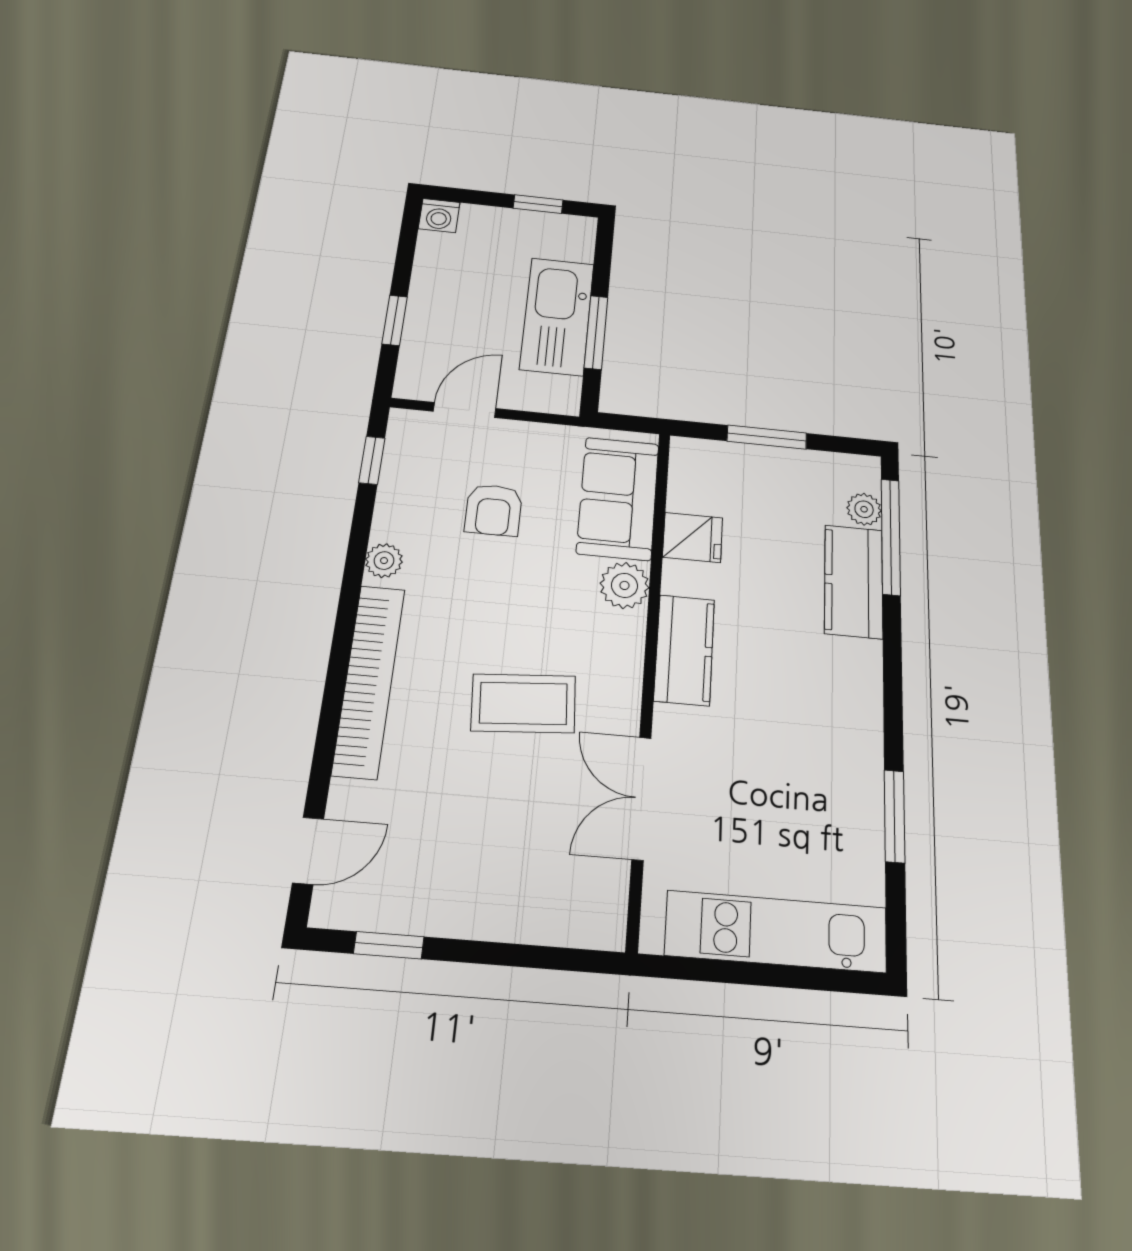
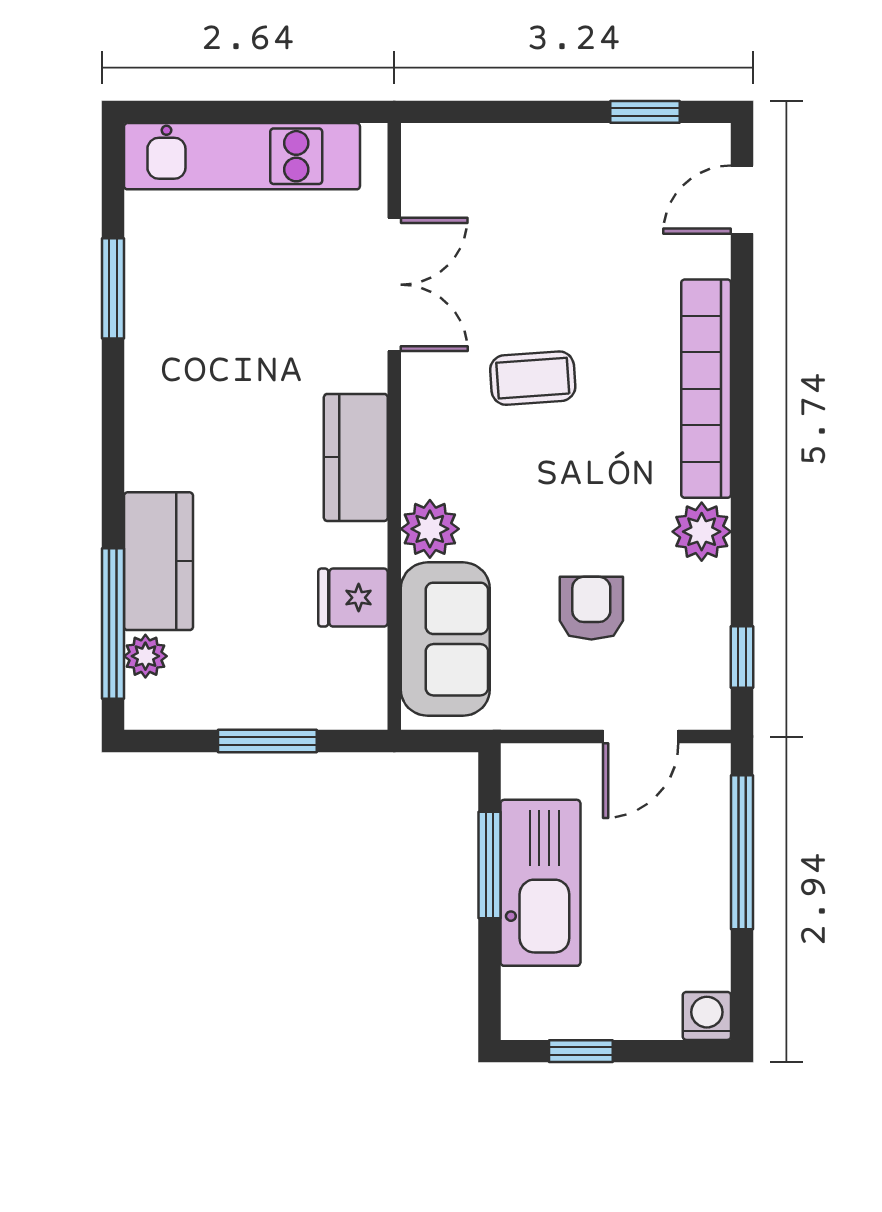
window: (395, 320) -> (742, 852), width x2.17
plant: (384, 561) -> (702, 532), width x1.38, depth x1.38
coffee table: (523, 703) -> (533, 378), width x0.73, depth x0.77

